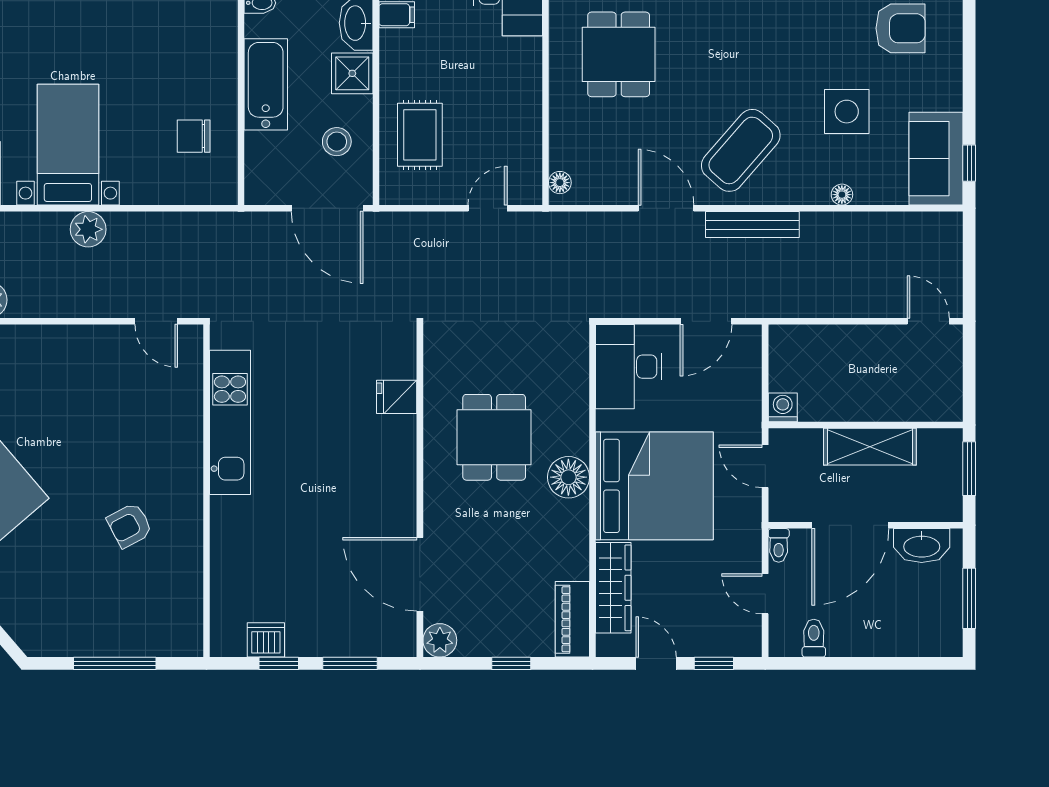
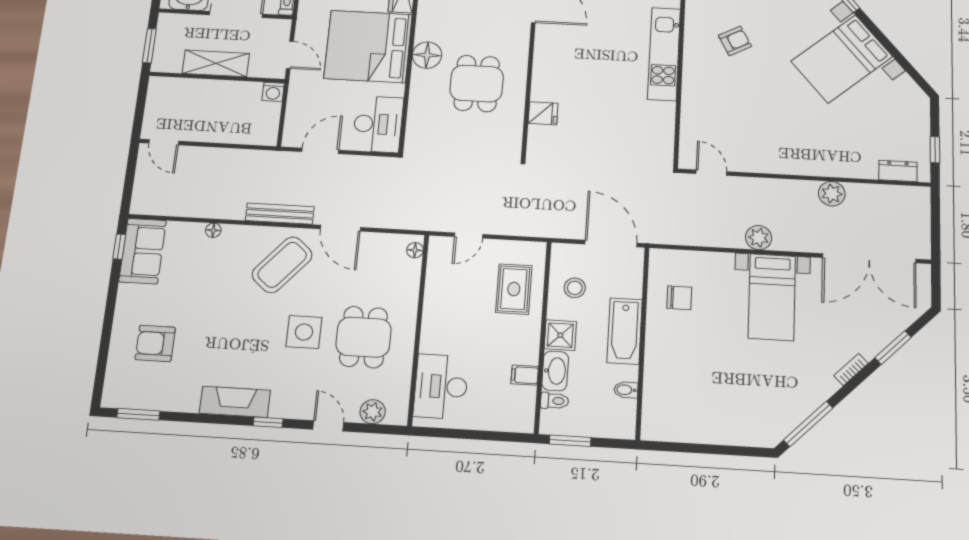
side table: (847, 112) -> (304, 332), moved
door: (327, 208) -> (611, 244), moved
kitchen unit: (230, 422) -> (664, 54), moved

